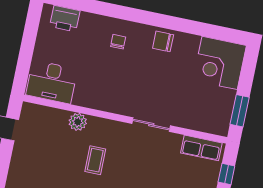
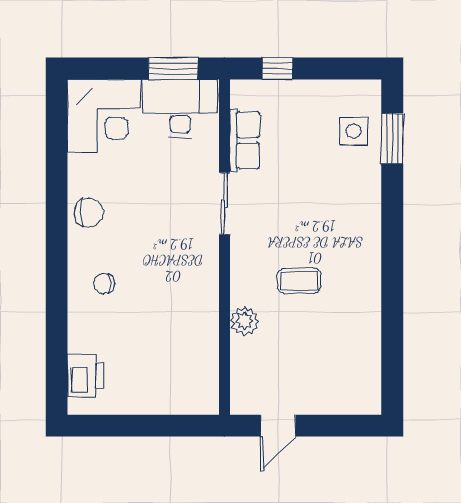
chair: (163, 41) -> (89, 213), turned -90
desk: (52, 82) -> (180, 108), moved, turned -90
row of seats: (201, 148) -> (245, 140), moved

